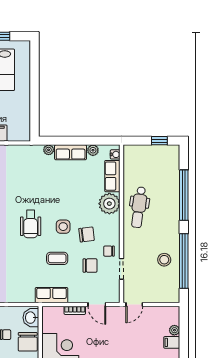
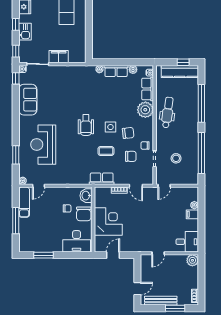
kitchen counter: (155, 153) -> (180, 71), added
dental chair: (139, 207) -> (168, 112), turned 180
stool: (164, 260) -> (176, 158), moved

